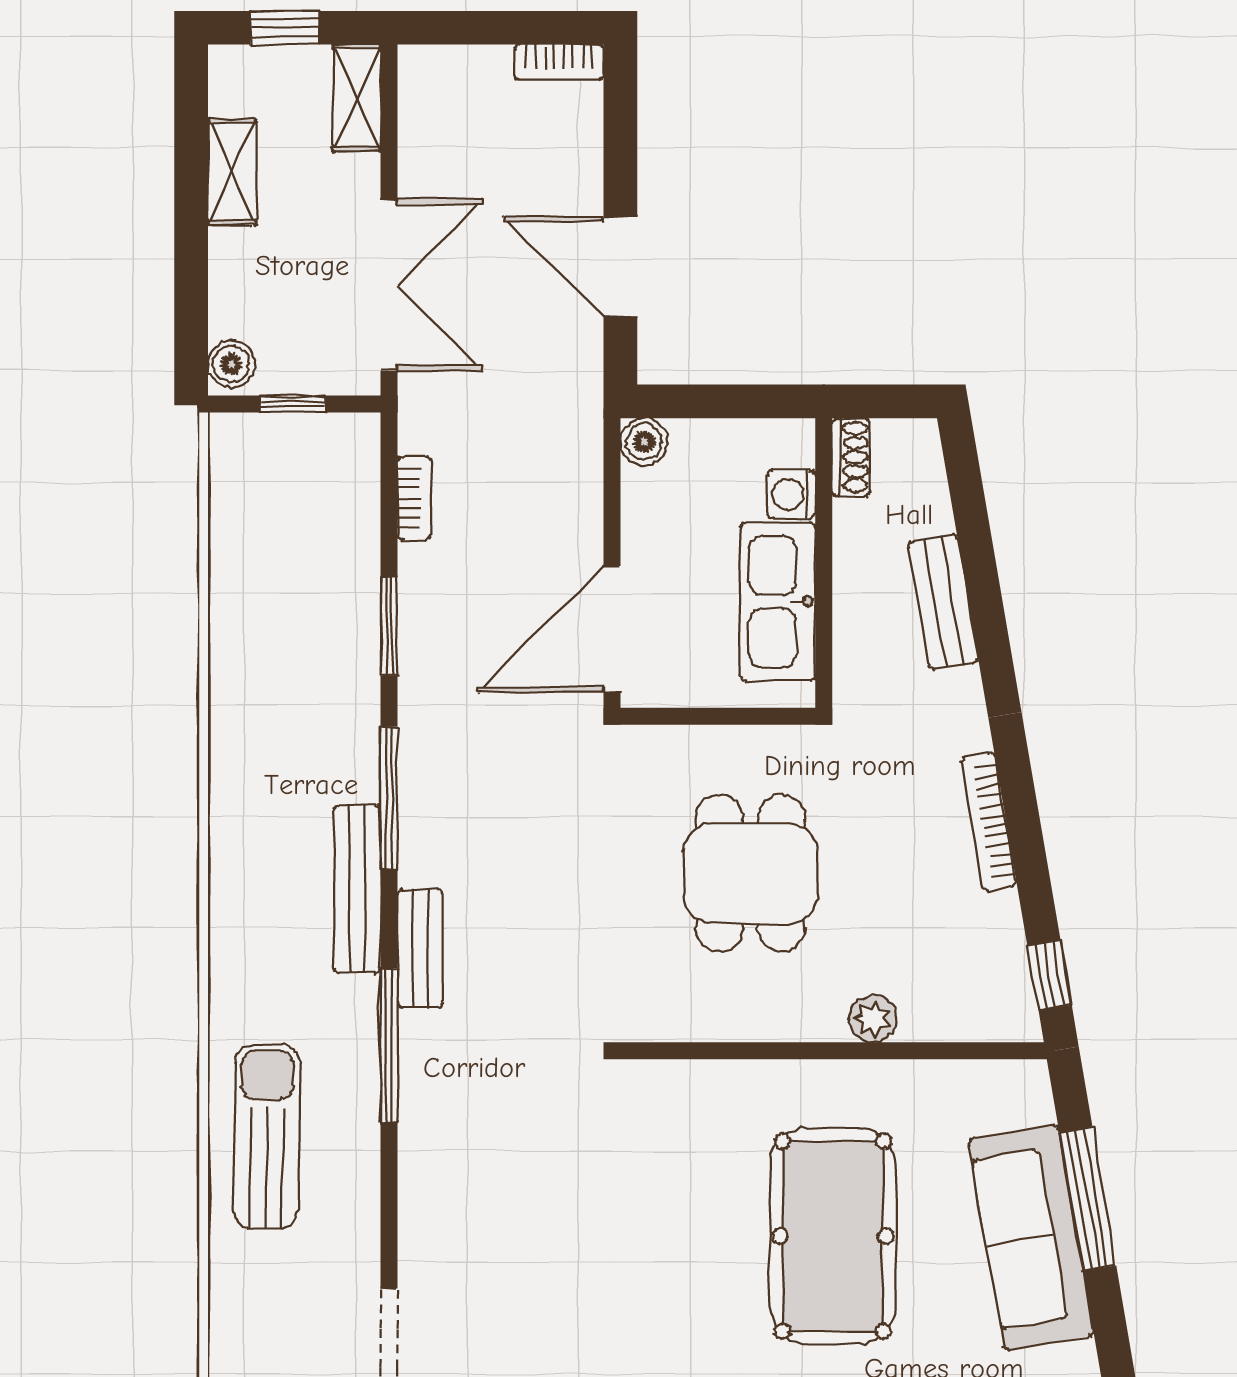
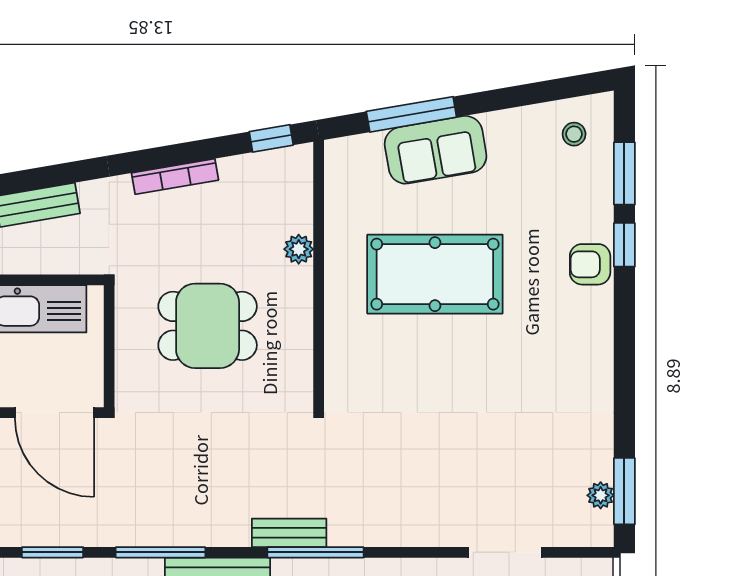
bench: (420, 948) -> (289, 533), moved
sofa: (1031, 1237) -> (436, 150), width x0.73

